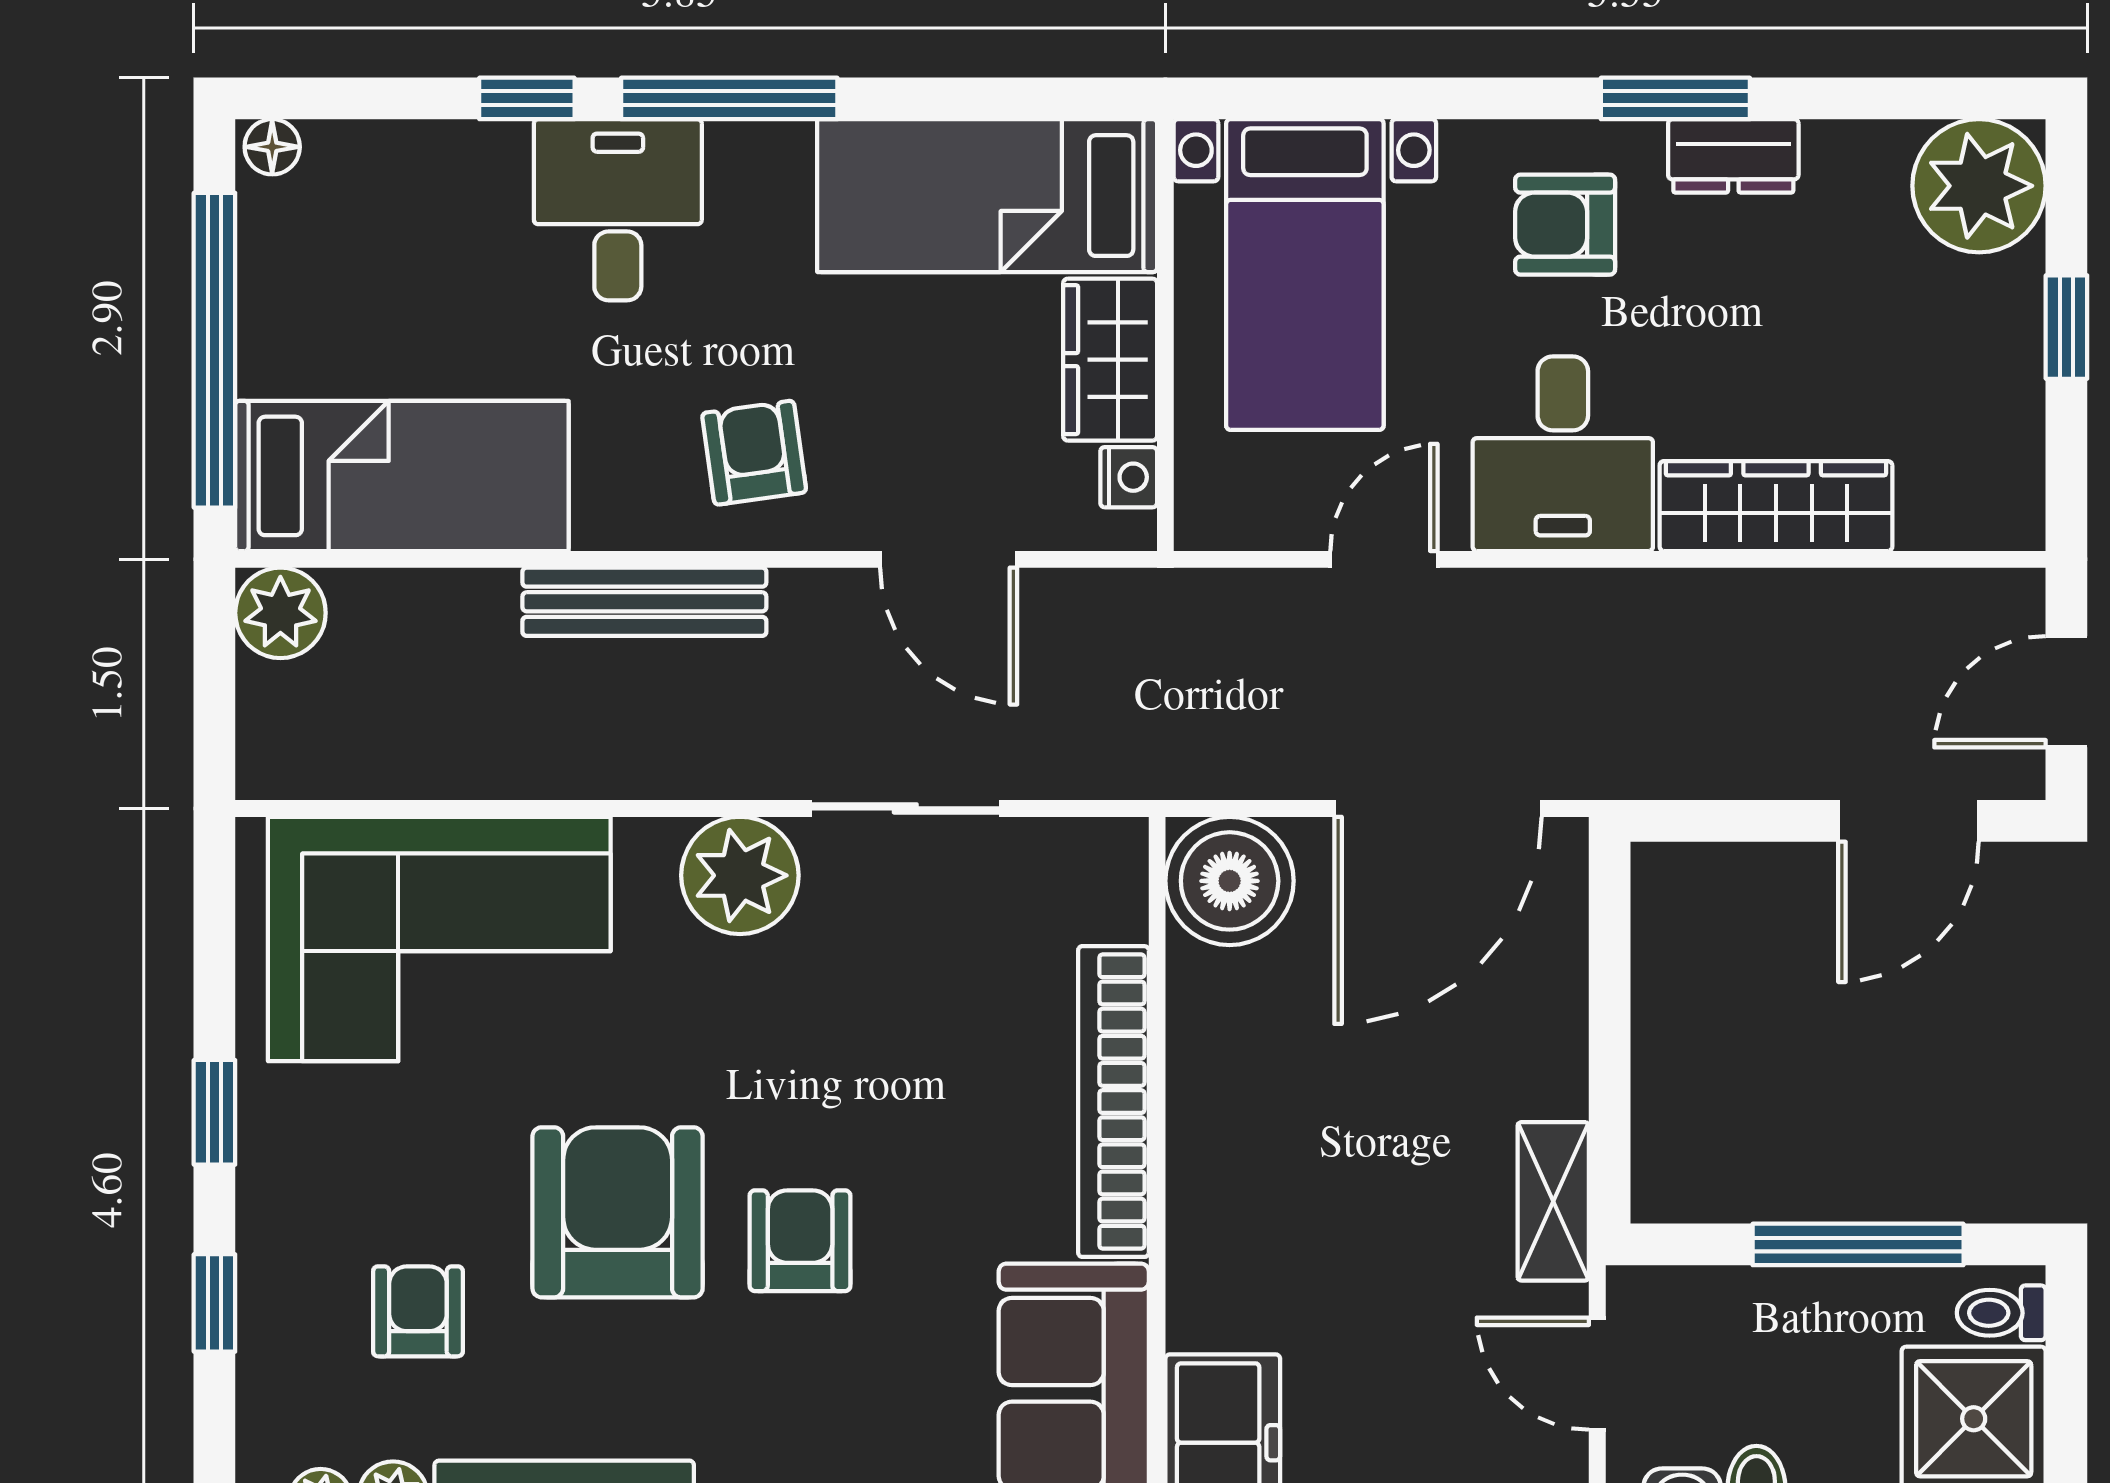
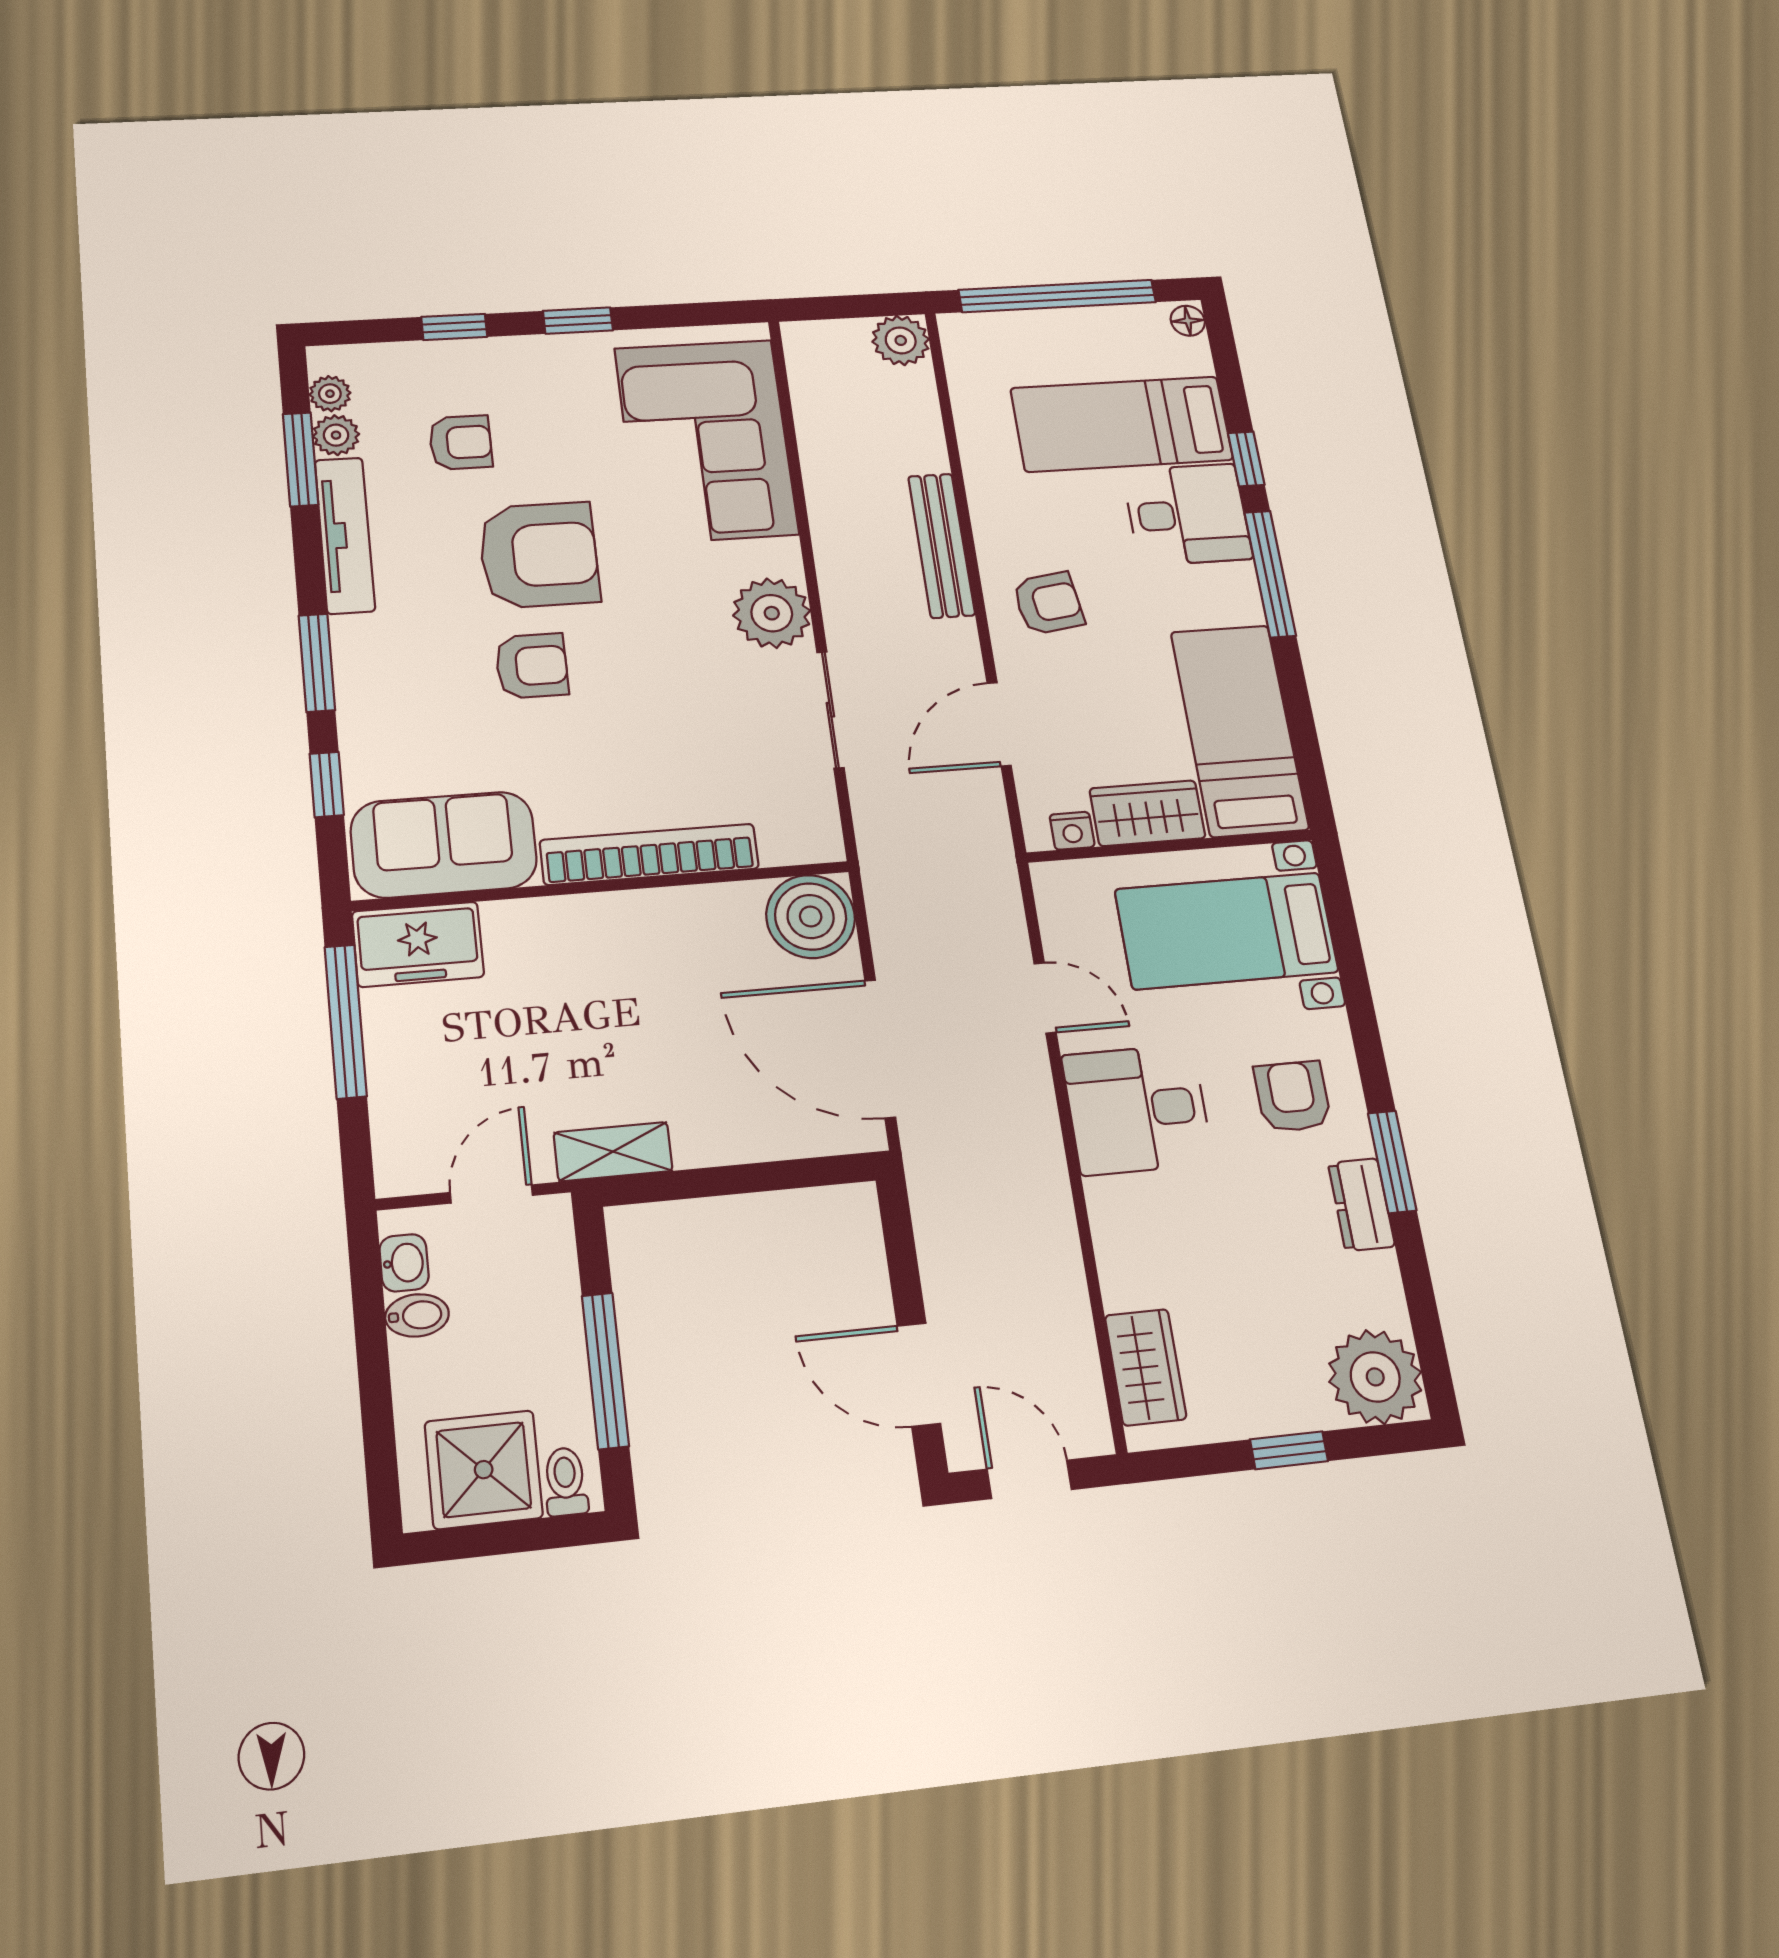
bed: (402, 476) -> (1122, 424), moved, turned 90
wardrobe: (1776, 506) -> (1146, 1367), moved, width x0.67

